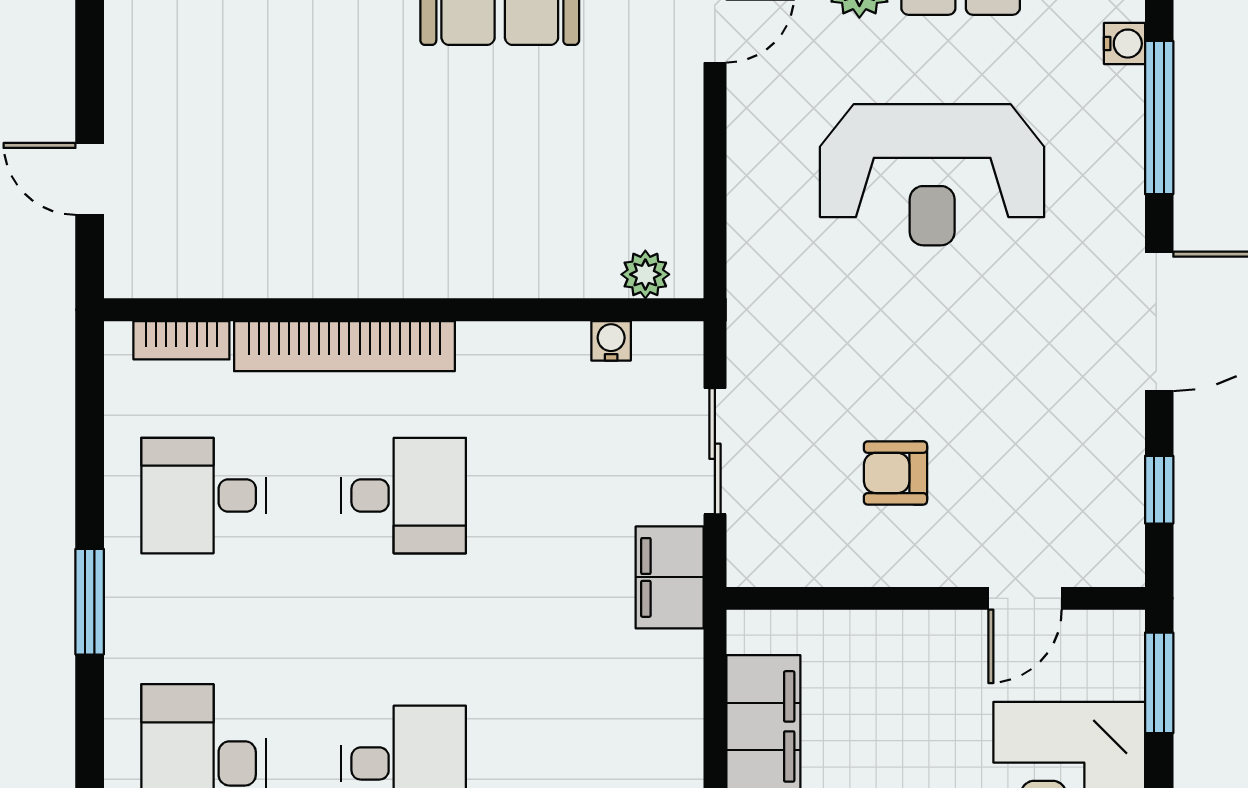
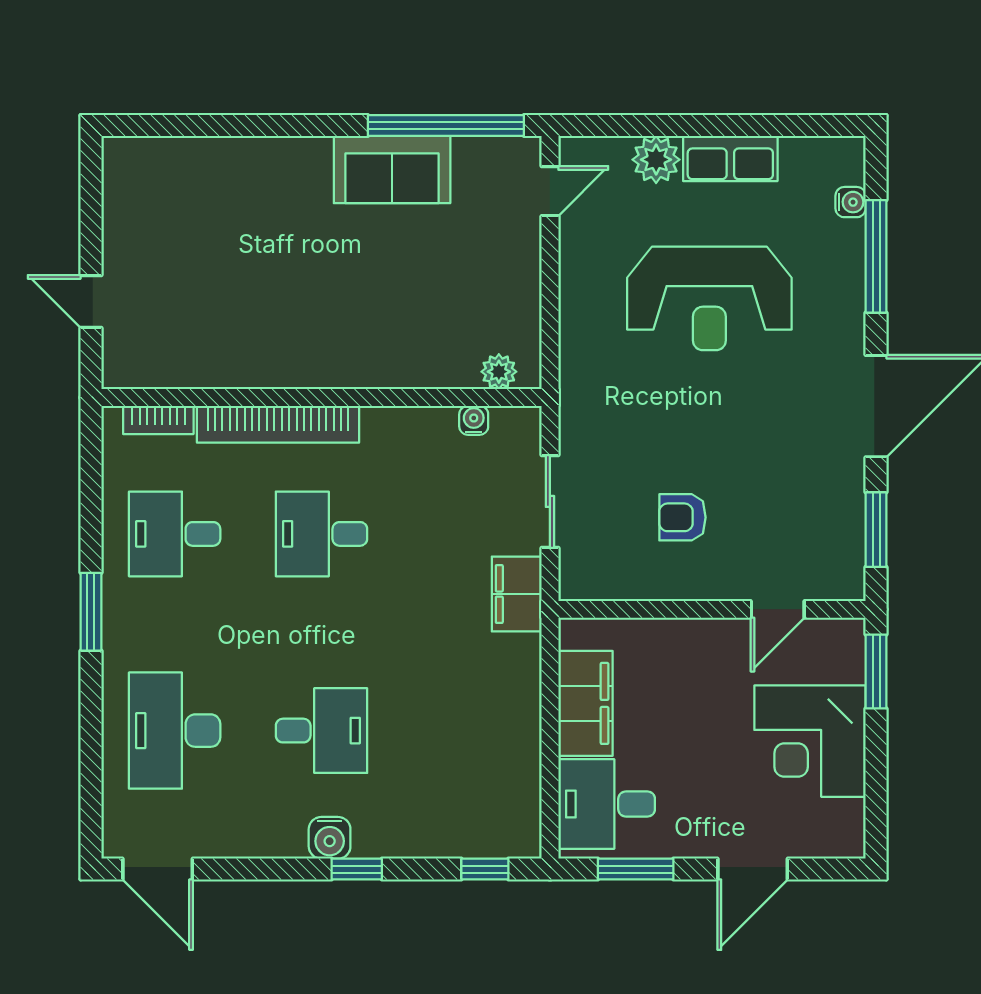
window: (1159, 490) -> (876, 530), width x1.50
desk: (404, 496) -> (321, 534), turned 180

